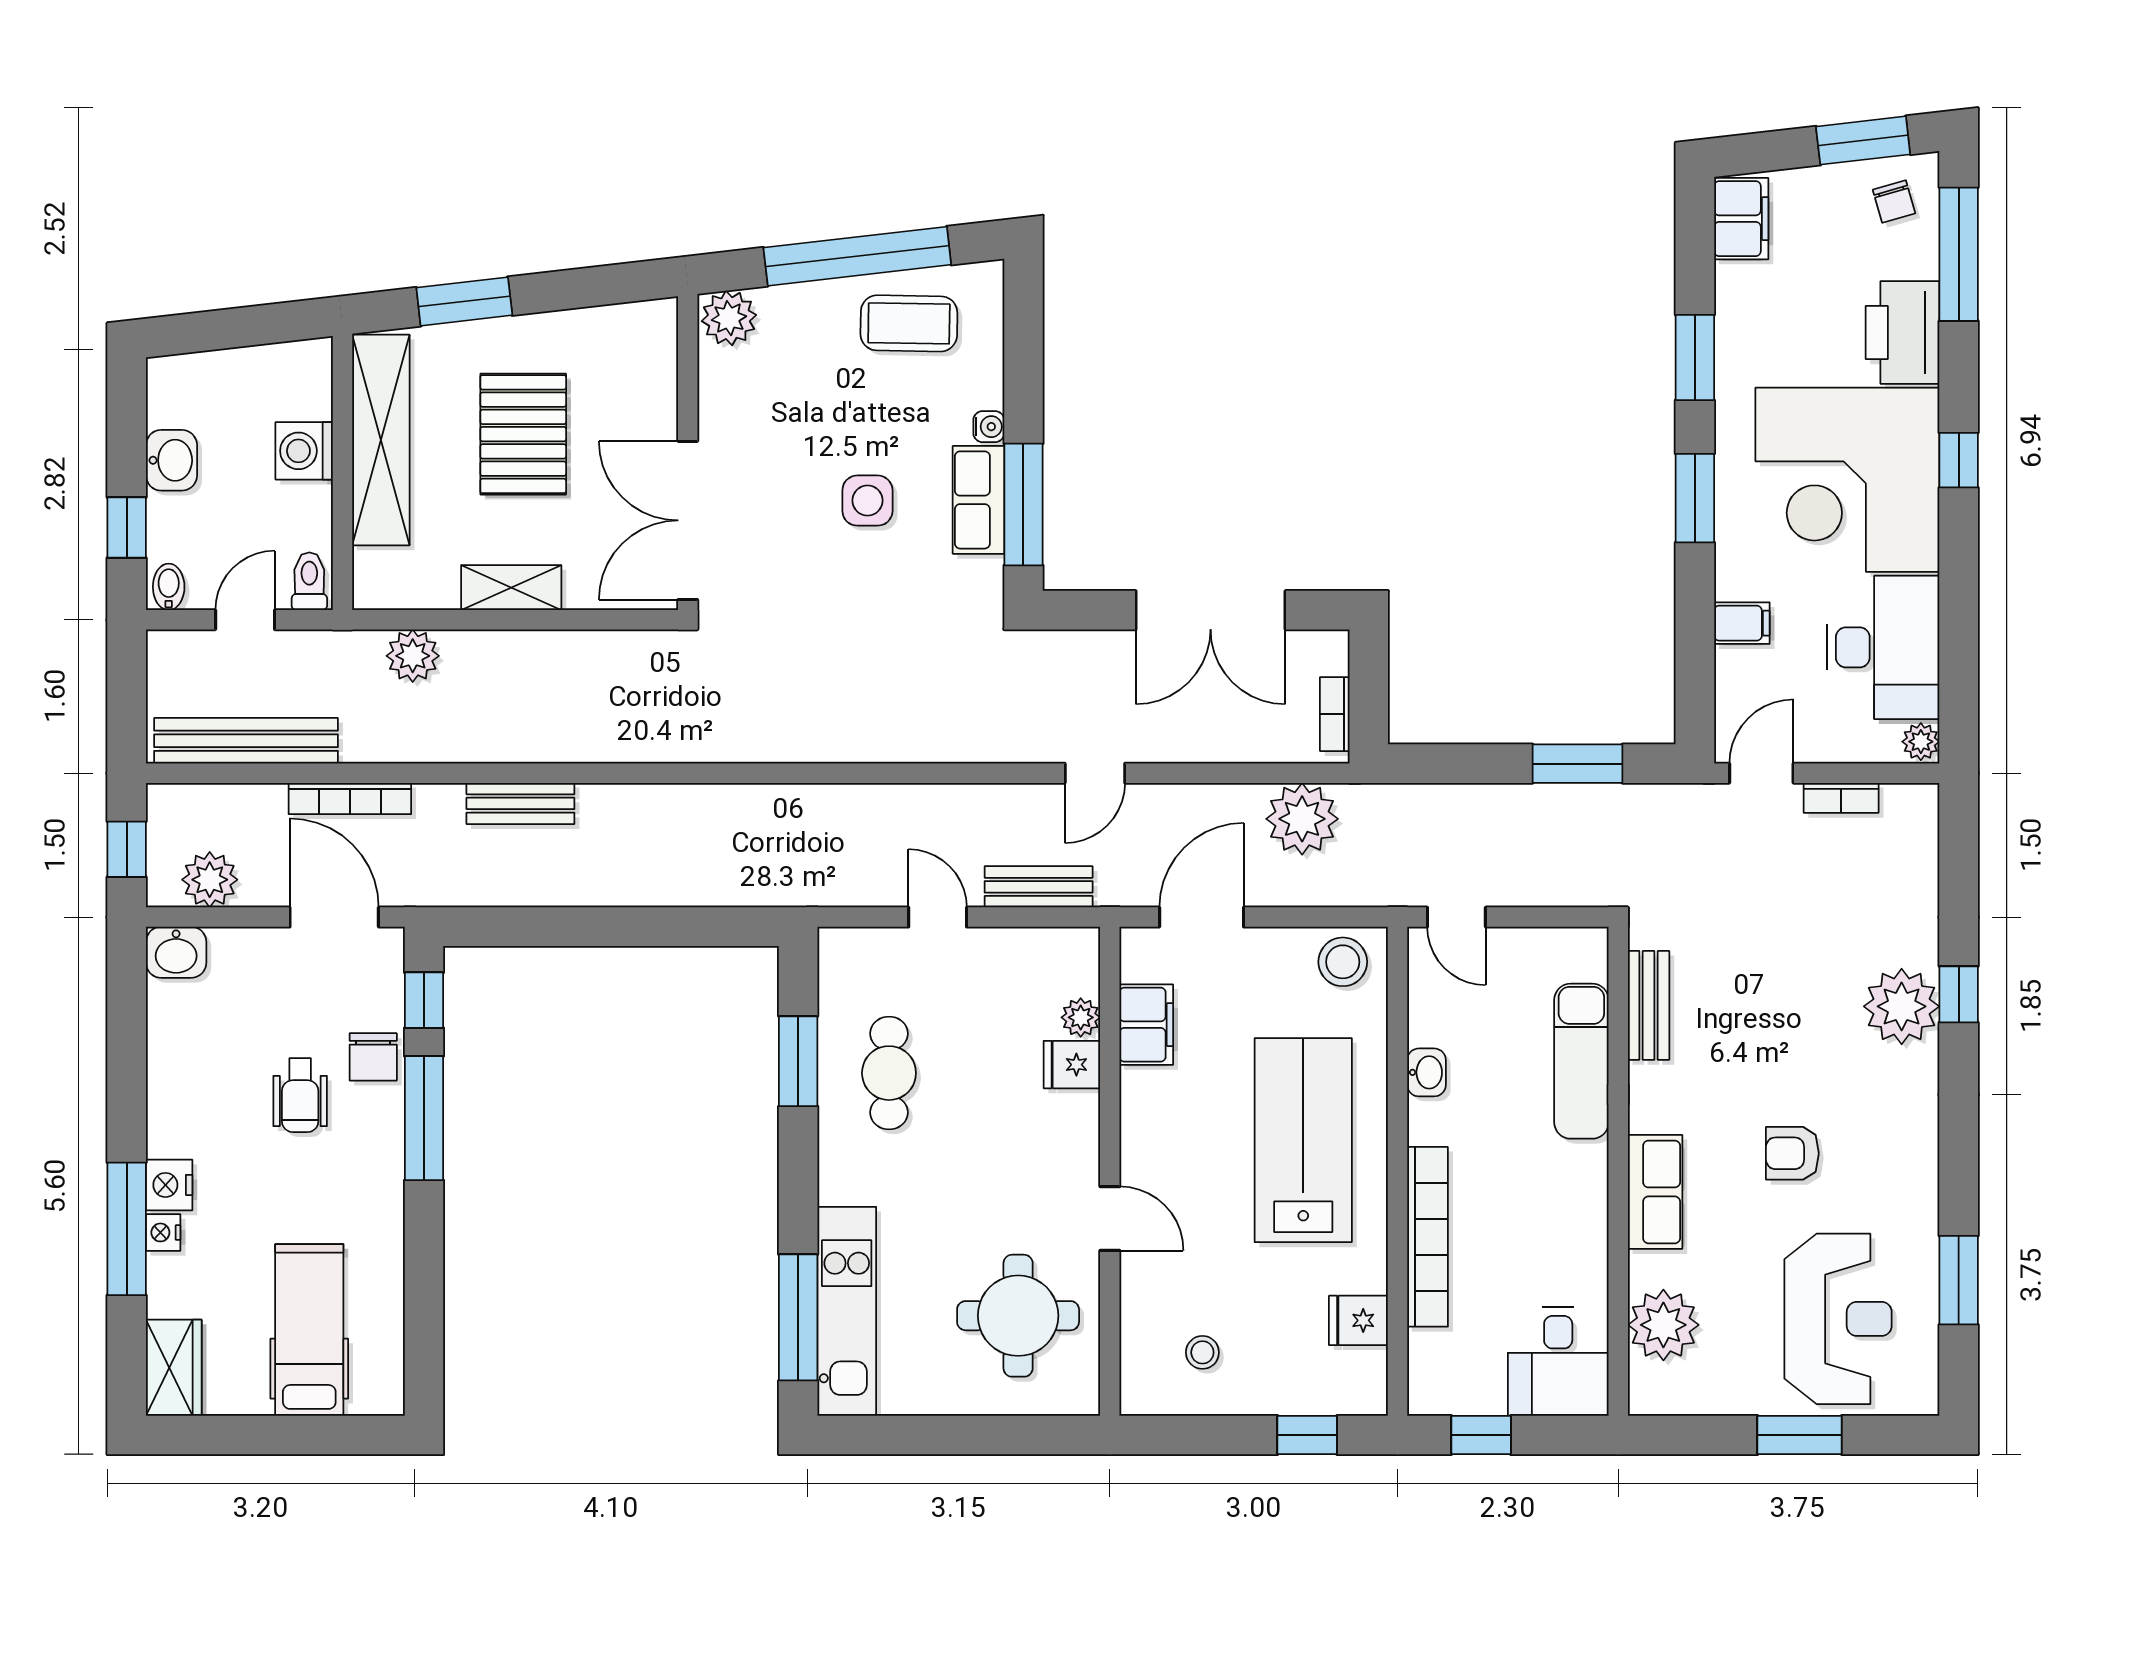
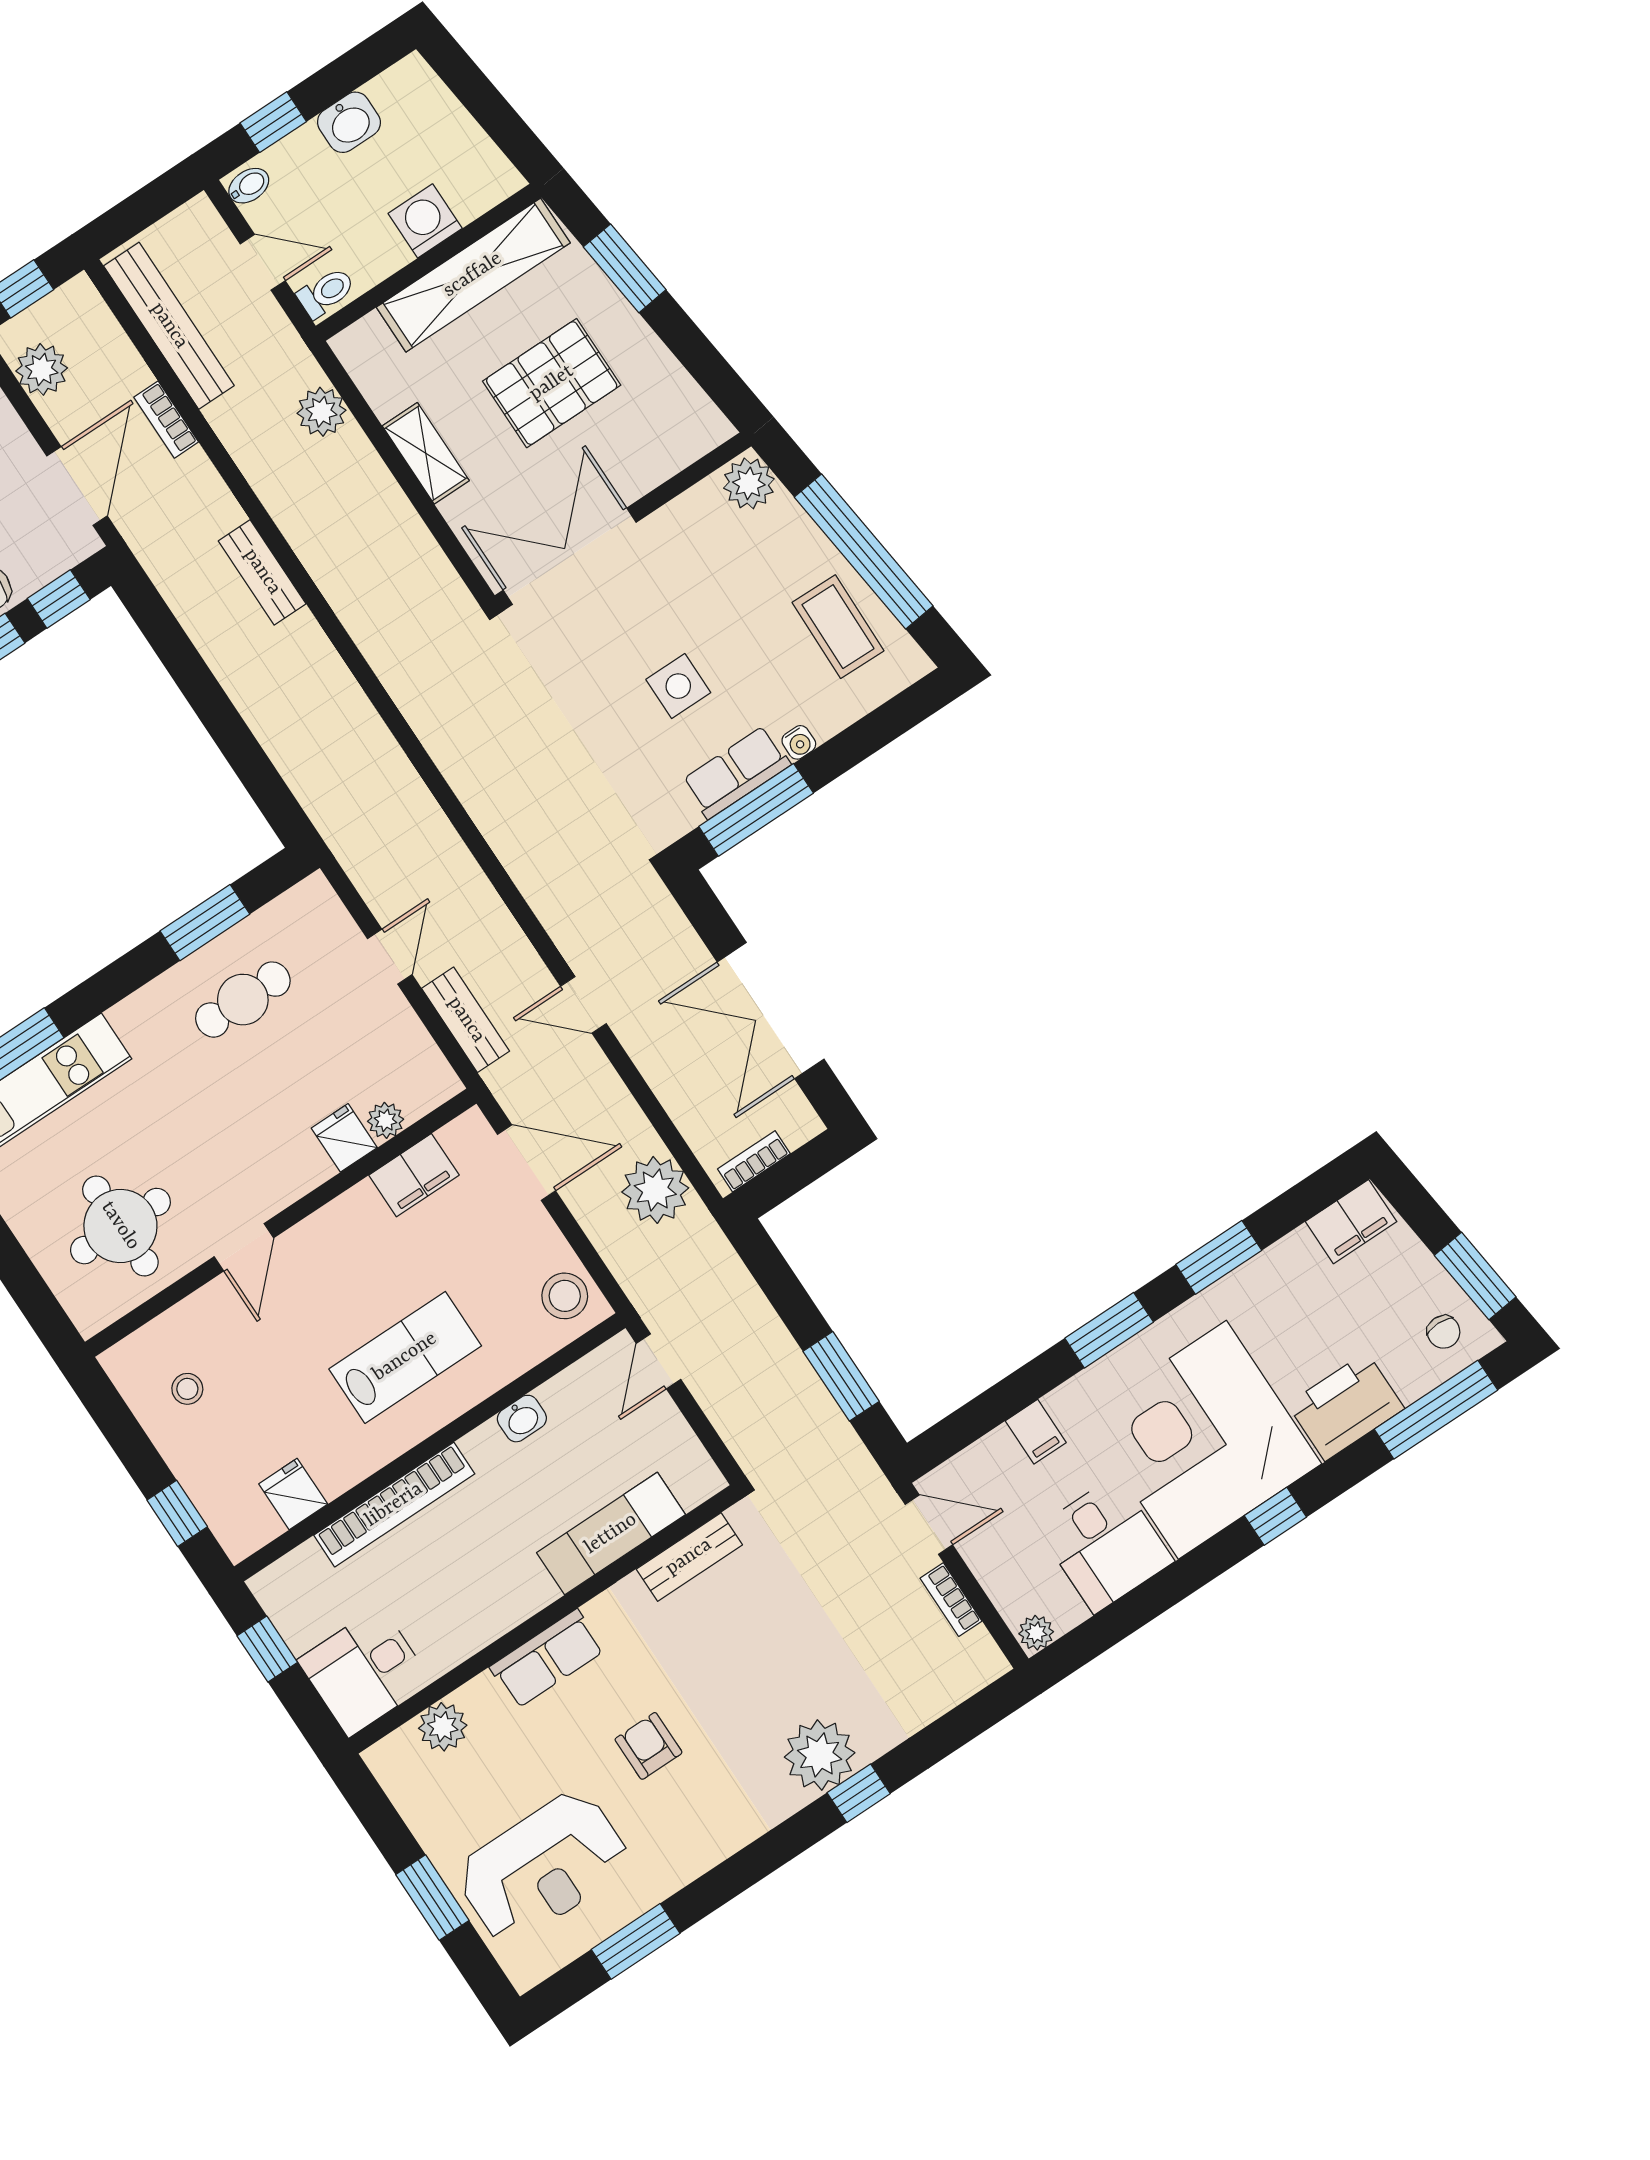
chair: (1894, 202) -> (1444, 1332), turned -74
desk: (1883, 647) -> (1105, 1544), width x0.73
bookcase: (350, 798) -> (166, 420), width x0.64
lab bench: (1303, 1140) -> (405, 1357), width x0.73, depth x0.72
plant: (1663, 1325) -> (443, 1727), width x0.73, depth x0.73

